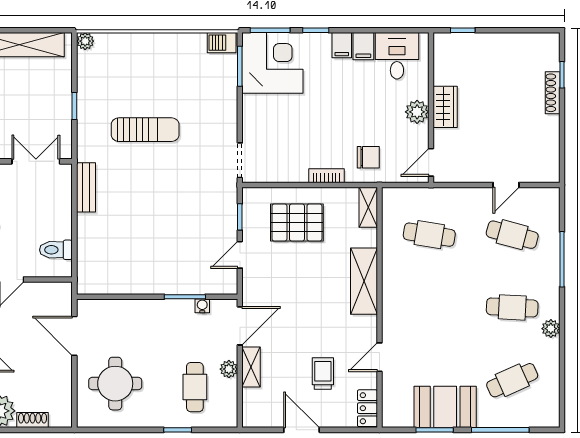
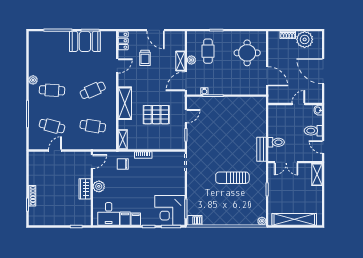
pallet: (297, 222) -> (156, 115), moved
toilet: (56, 250) -> (276, 142), moved
cafe table: (512, 380) -> (93, 90), moved

